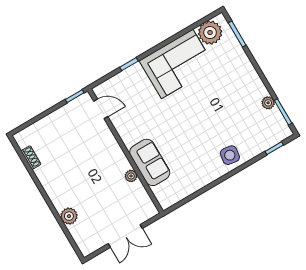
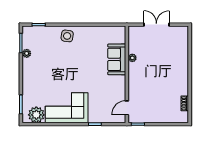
door: (101, 109) -> (127, 108), hinge flipped
plant: (69, 216) -> (183, 56), removed

